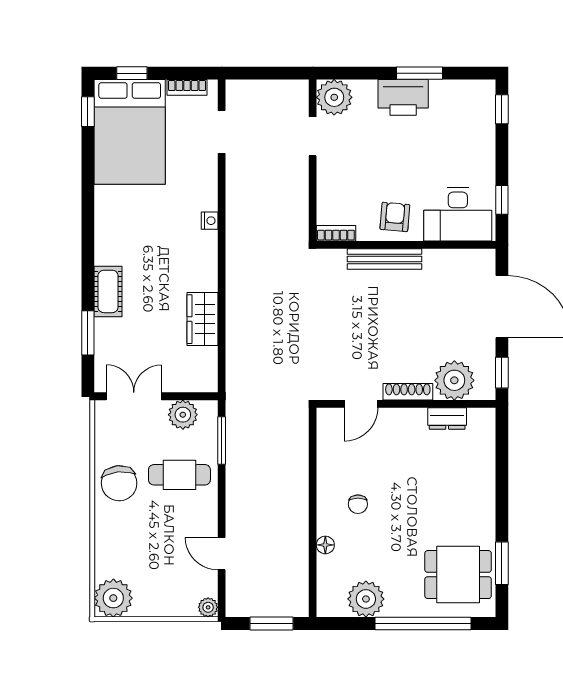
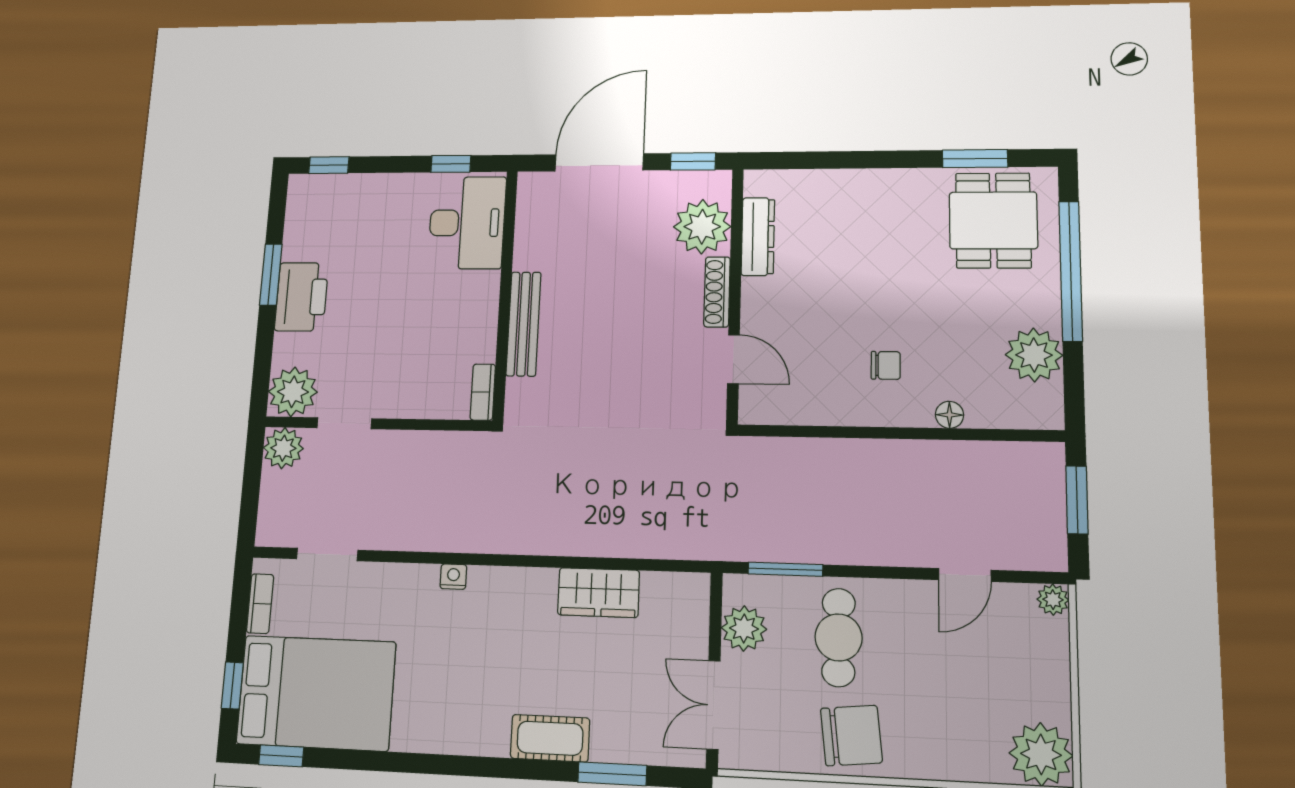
plant: (294, 94) -> (283, 448), added
armchair: (395, 217) -> (465, 309), removed
dresser: (447, 419) -> (758, 237), width x1.44

